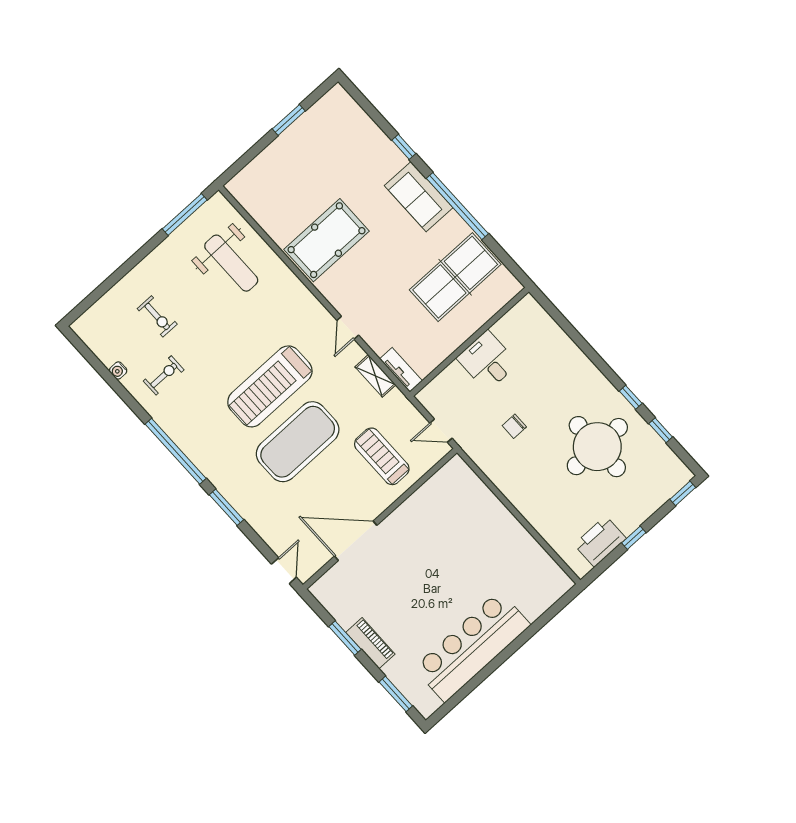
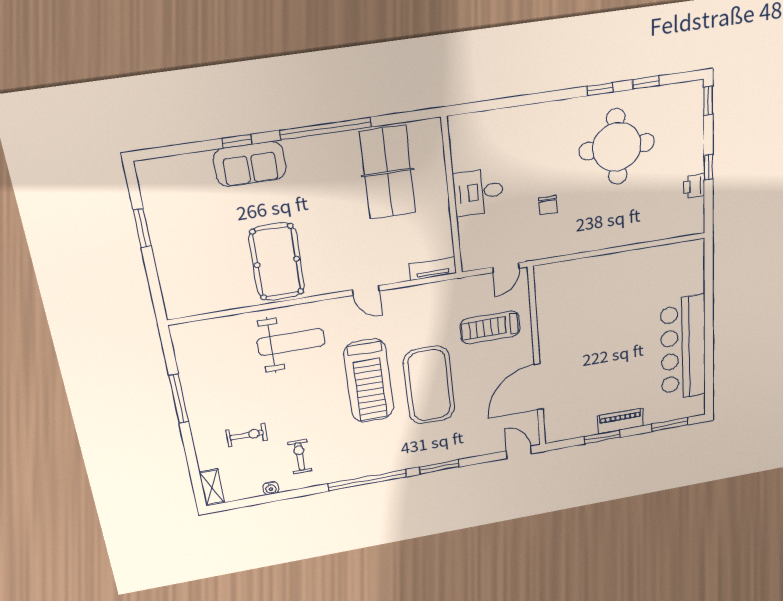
sofa: (419, 197) -> (250, 164), moved
window: (185, 214) -> (179, 399), moved
weight bench: (231, 263) -> (291, 342), moved
shelving: (375, 376) -> (212, 487), moved, turned 90
printer: (600, 541) -> (694, 186), width x0.53, depth x0.68

